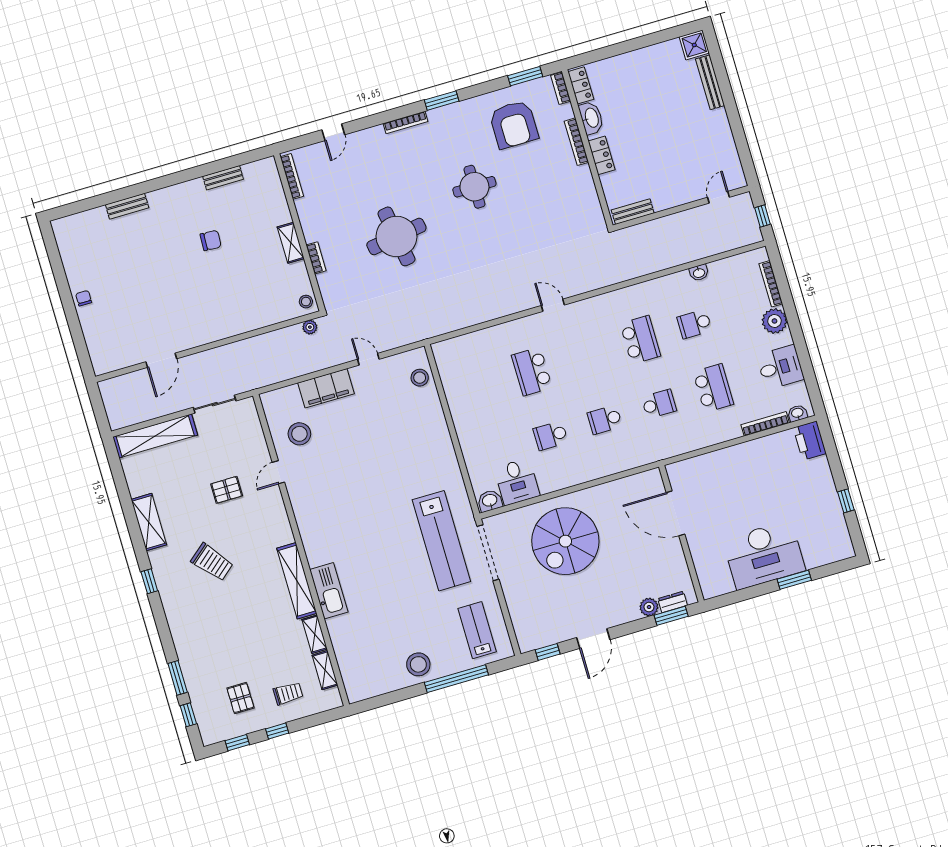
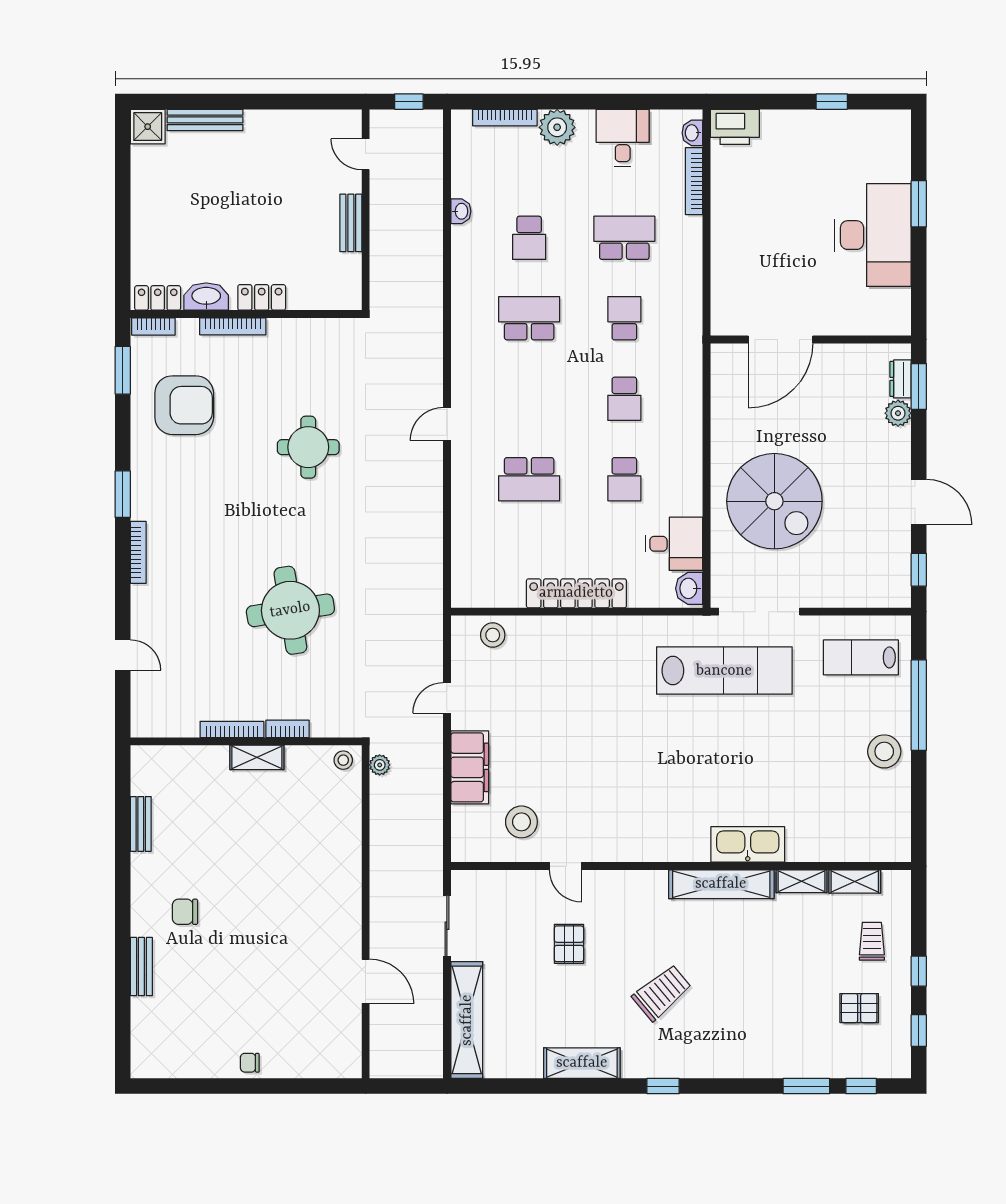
bookcase: (292, 176) -> (232, 729), moved
round table: (474, 187) -> (308, 447), moved
bench: (633, 212) -> (351, 223), moved
chair: (211, 240) -> (185, 912), moved, turned -93
locker: (464, 426) -> (576, 593), added

